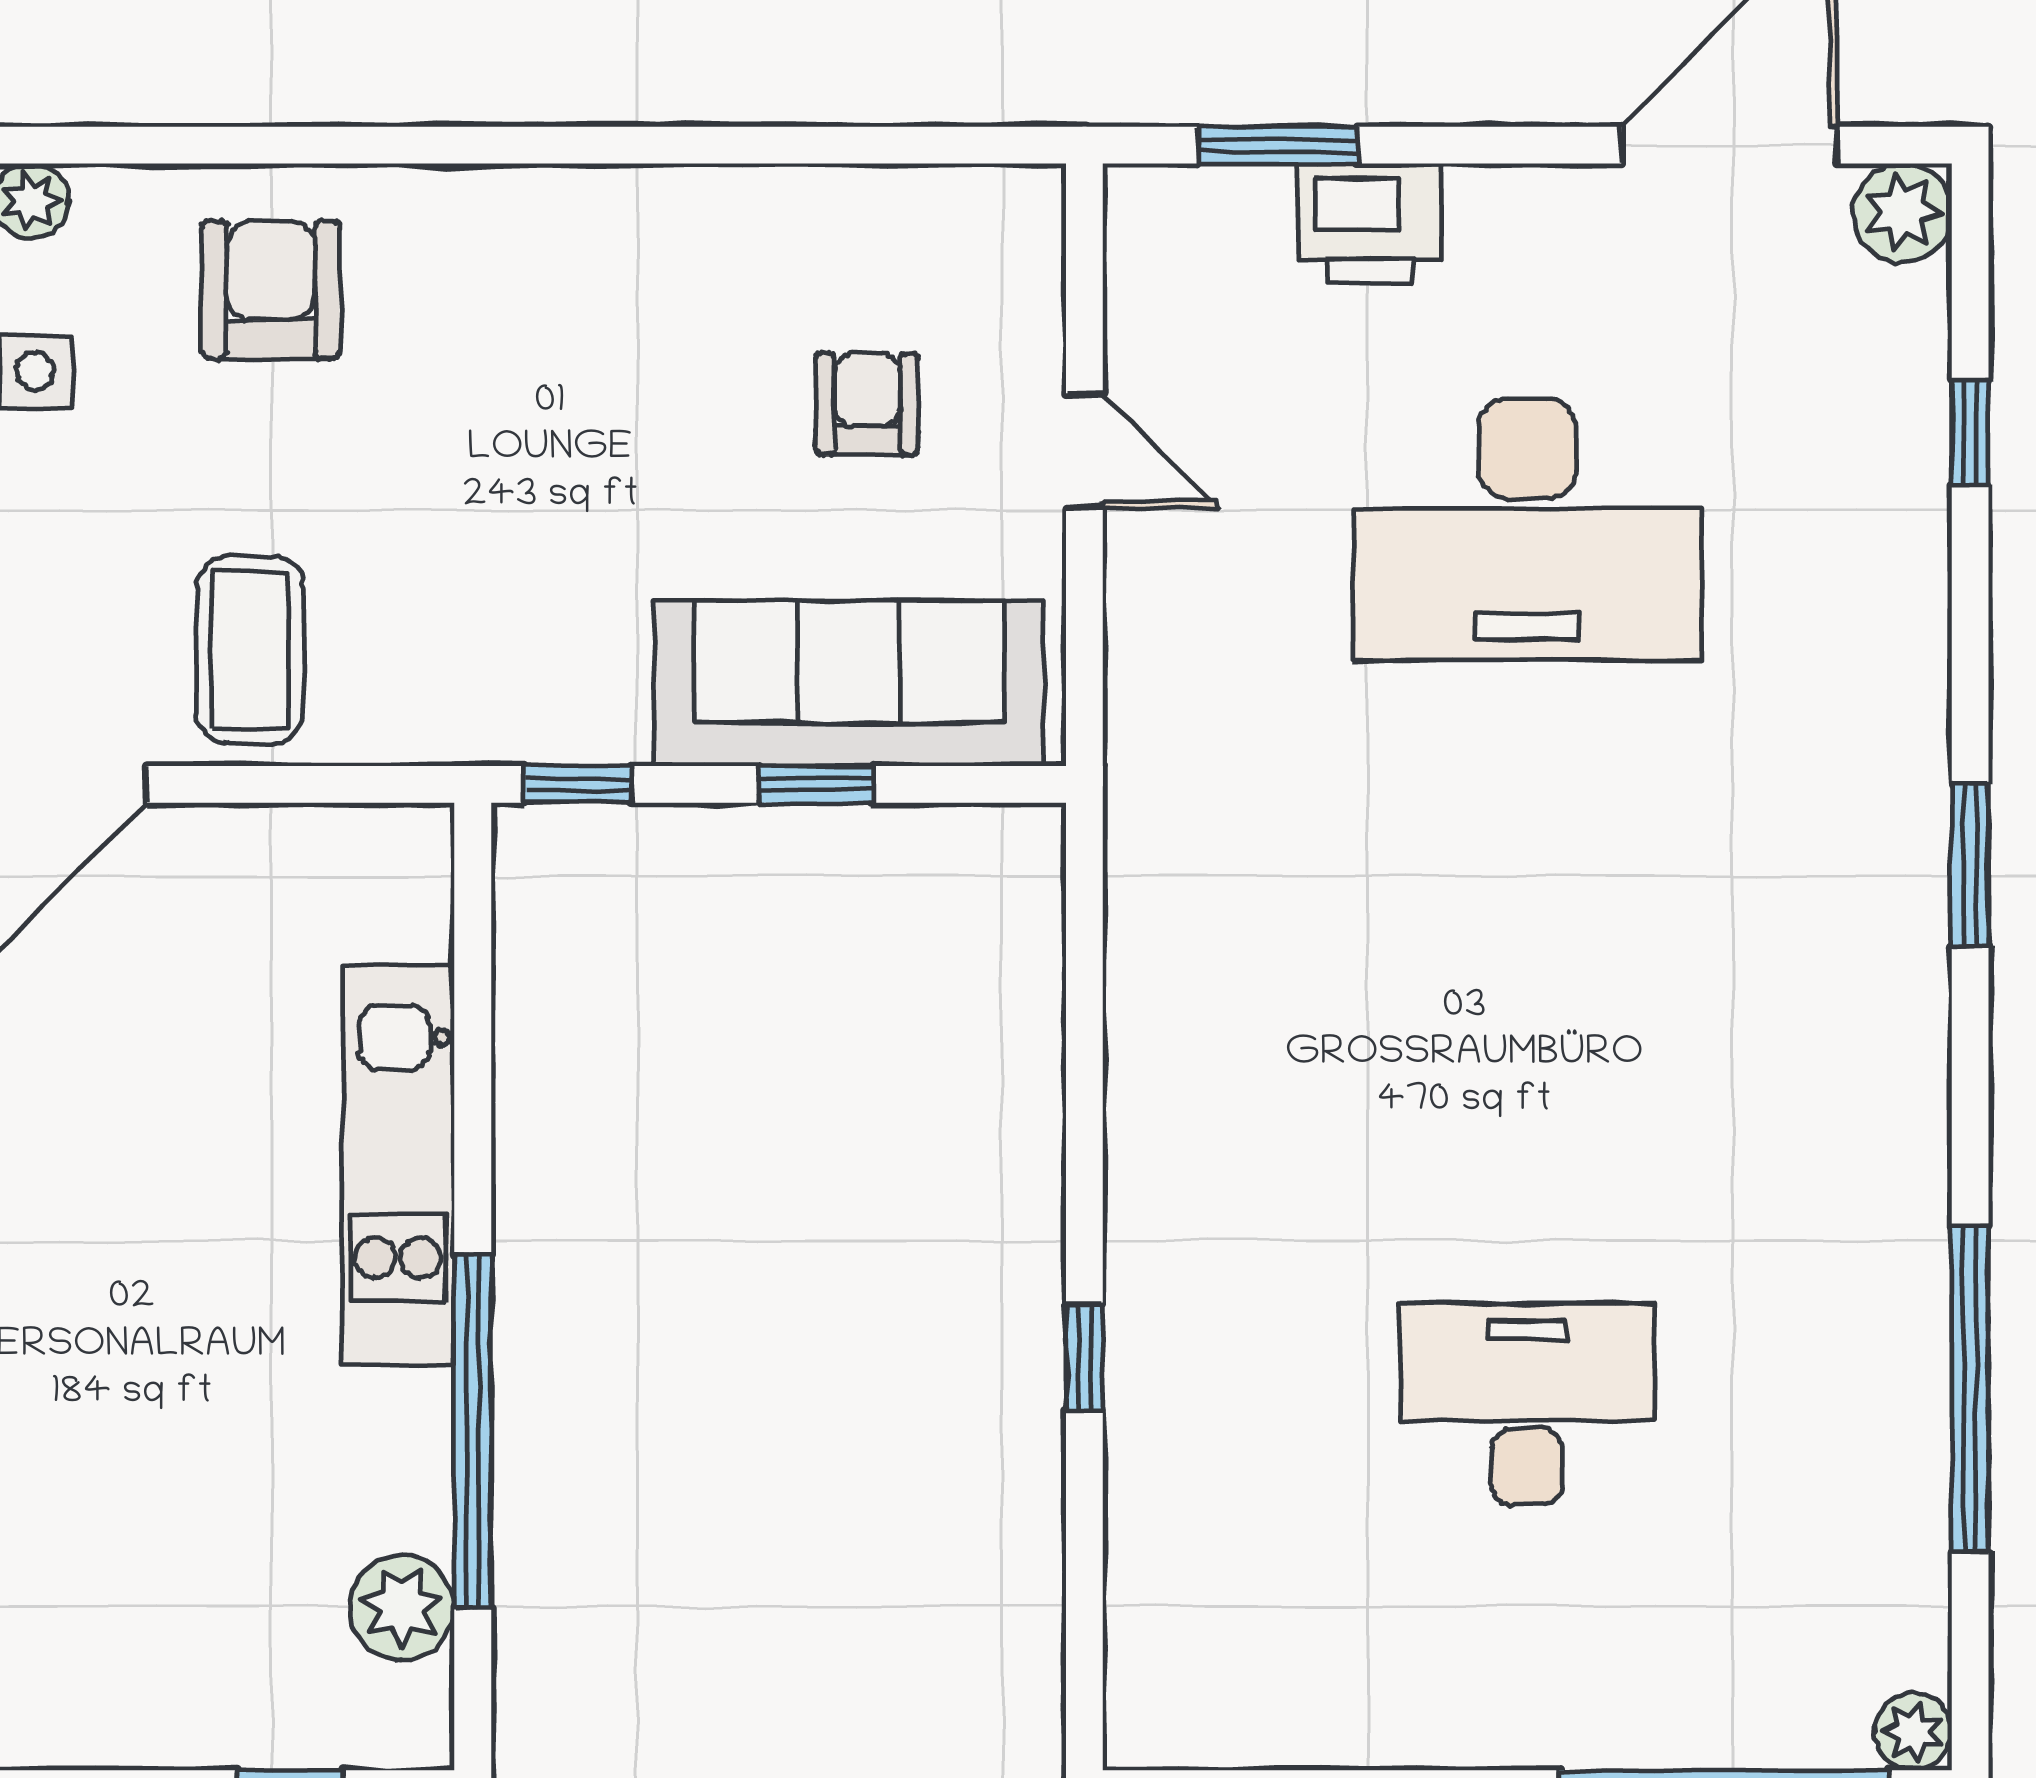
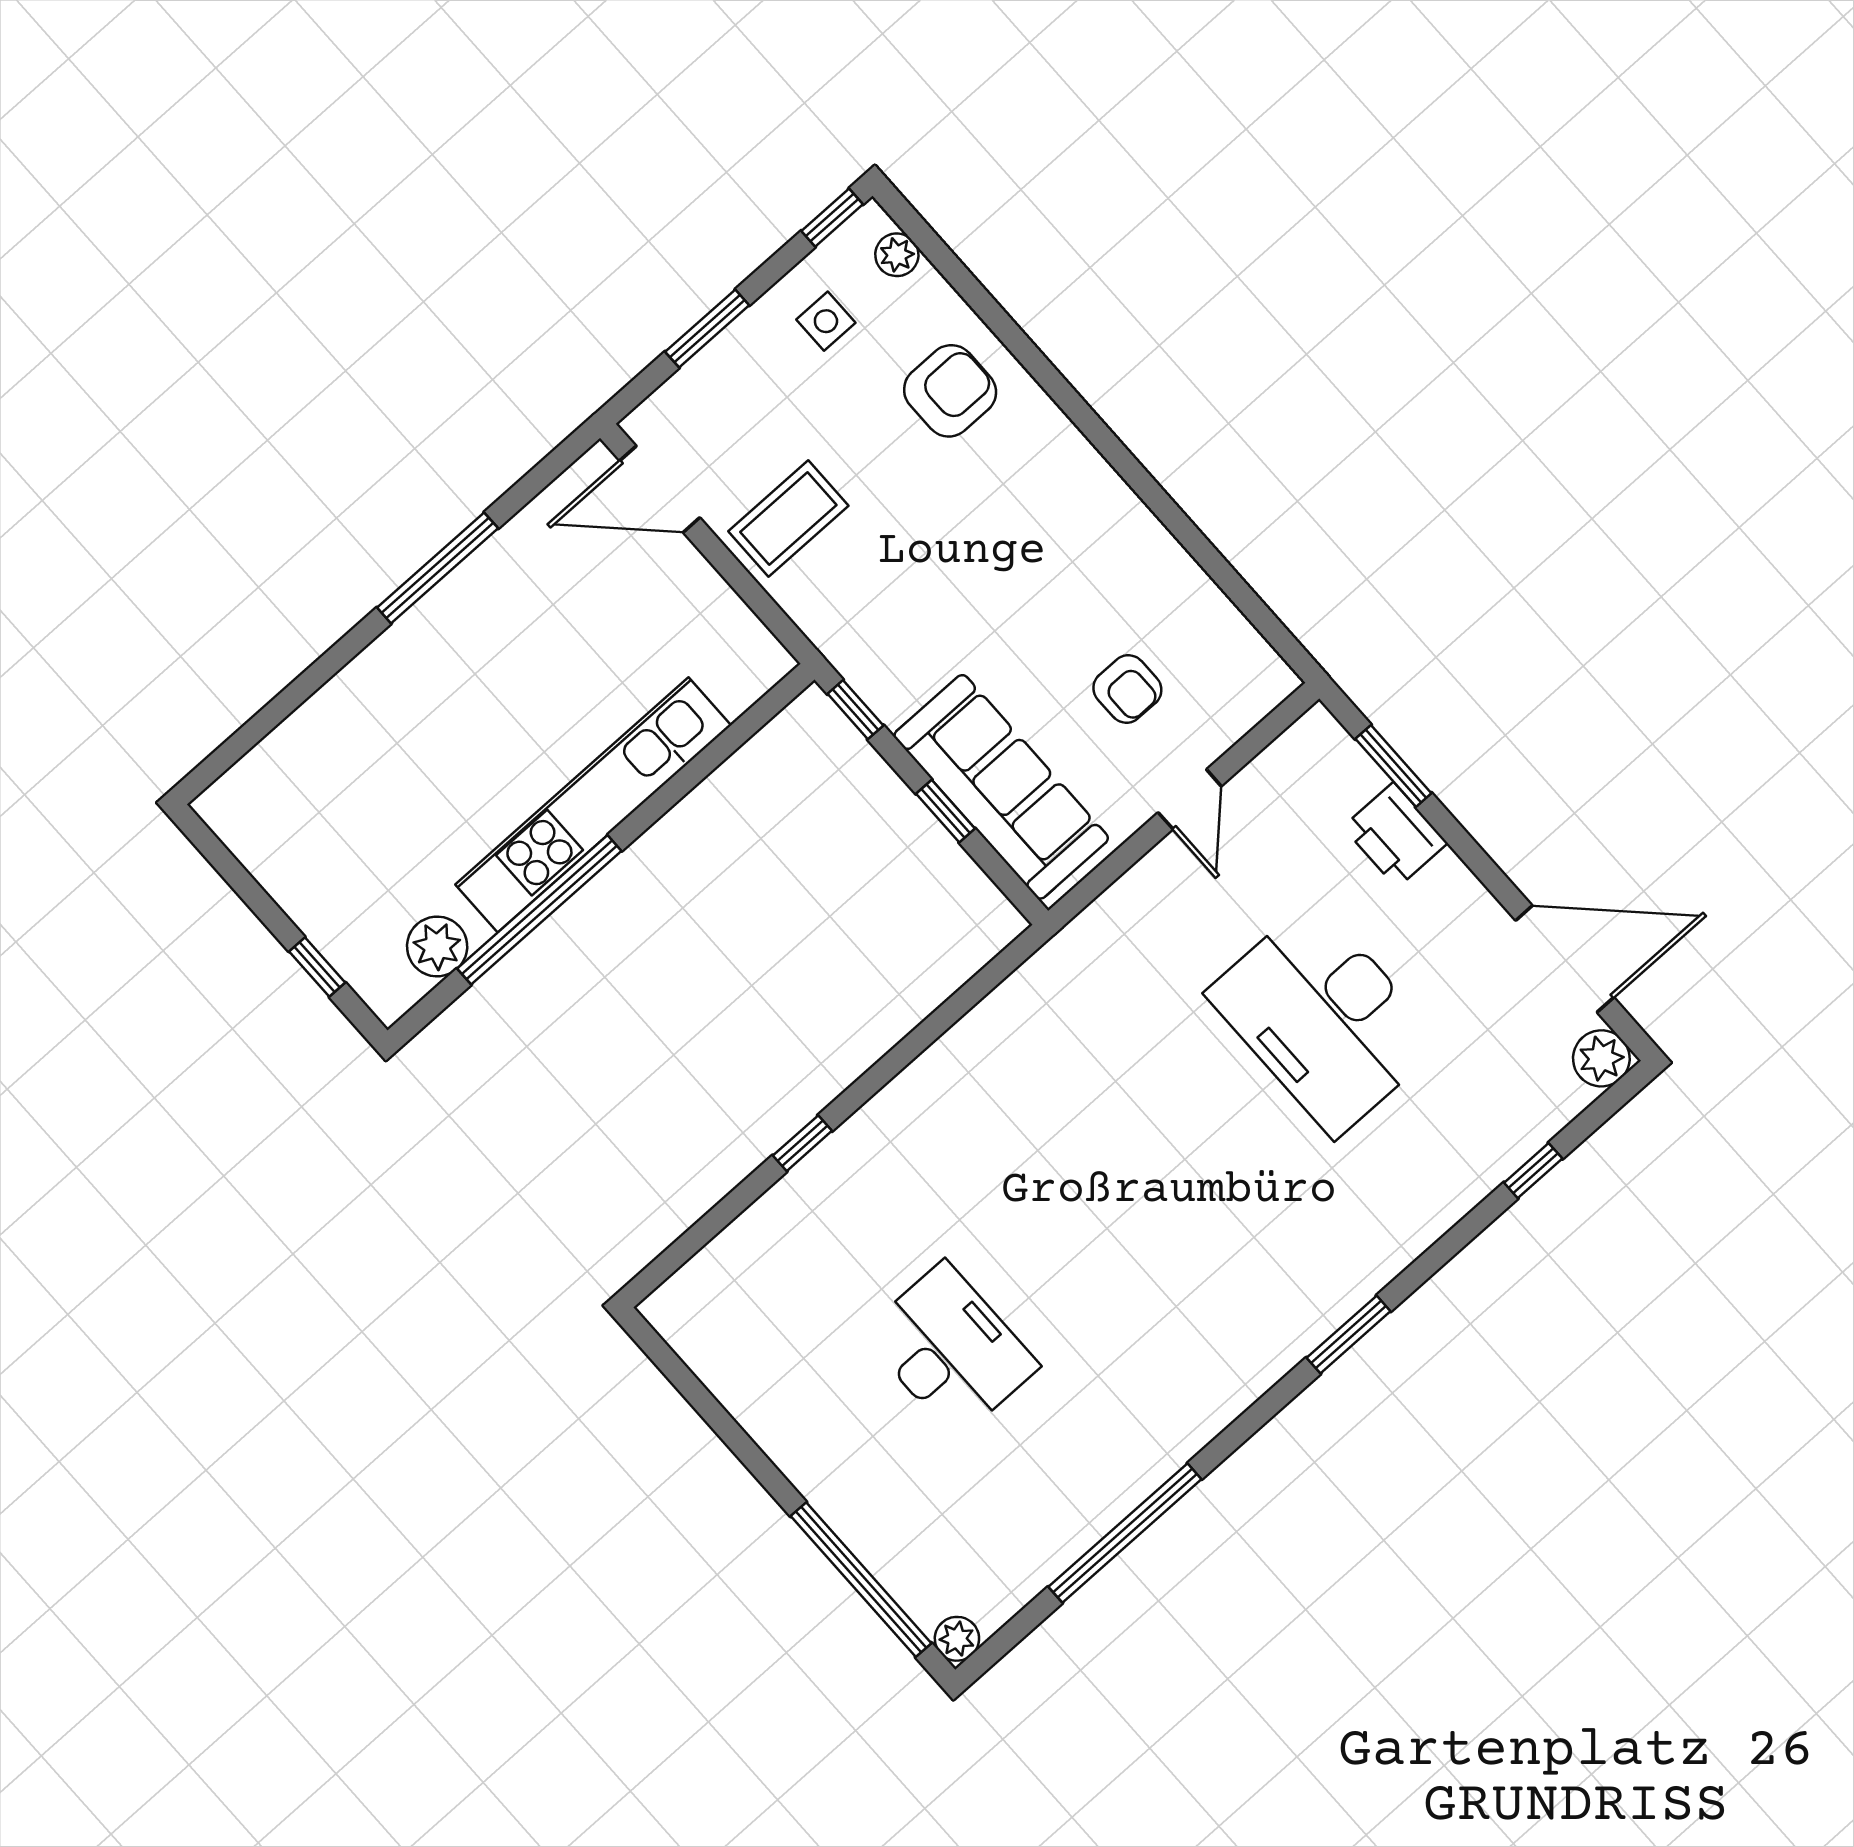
armchair: (867, 404) -> (1127, 689), turned 90
kitchen unit: (398, 1166) -> (593, 805), width x1.36

